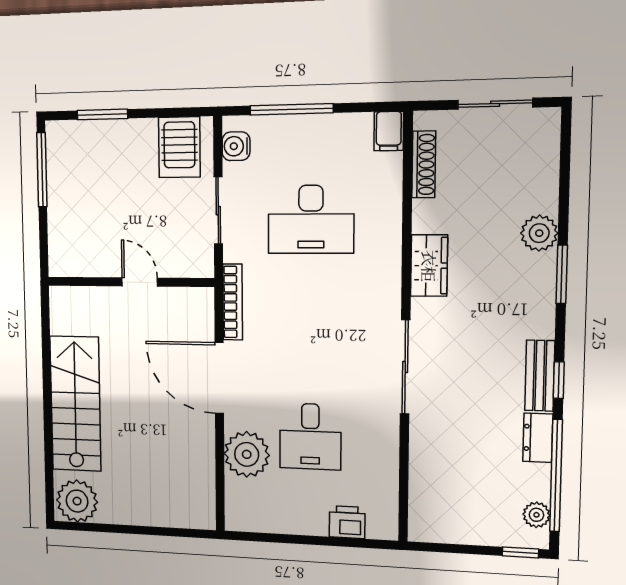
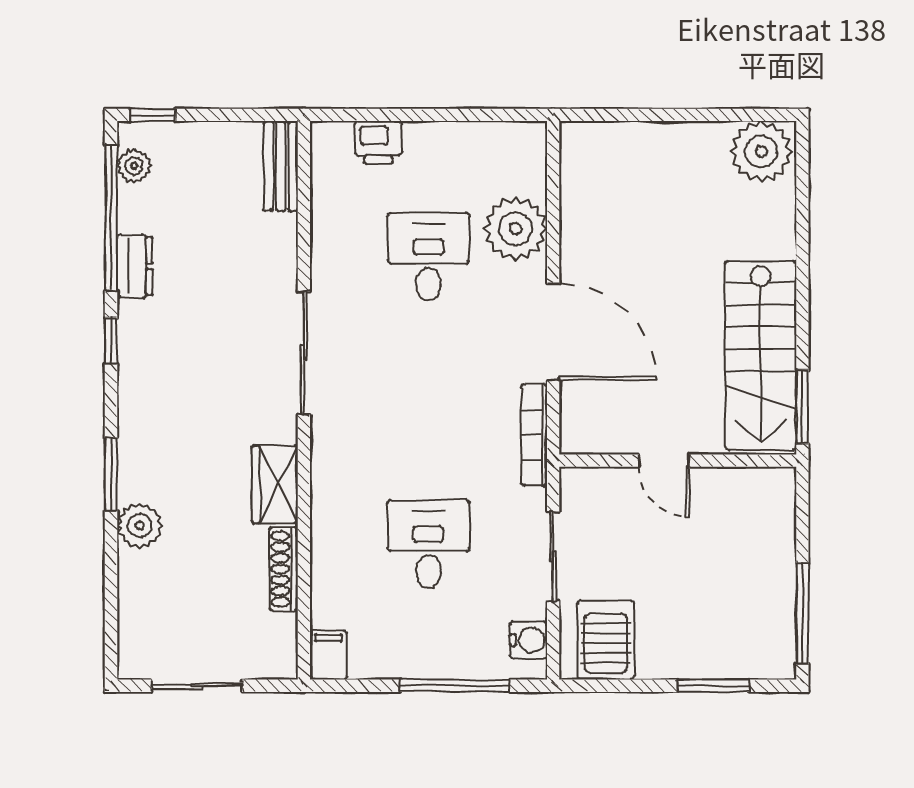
shoe rack: (424, 165) -> (284, 569), moved
desk: (311, 219) -> (429, 544), width x0.73
window: (45, 320) -> (802, 407), added
bench: (540, 376) -> (281, 166), moved
stairs: (75, 404) -> (761, 355), moved

